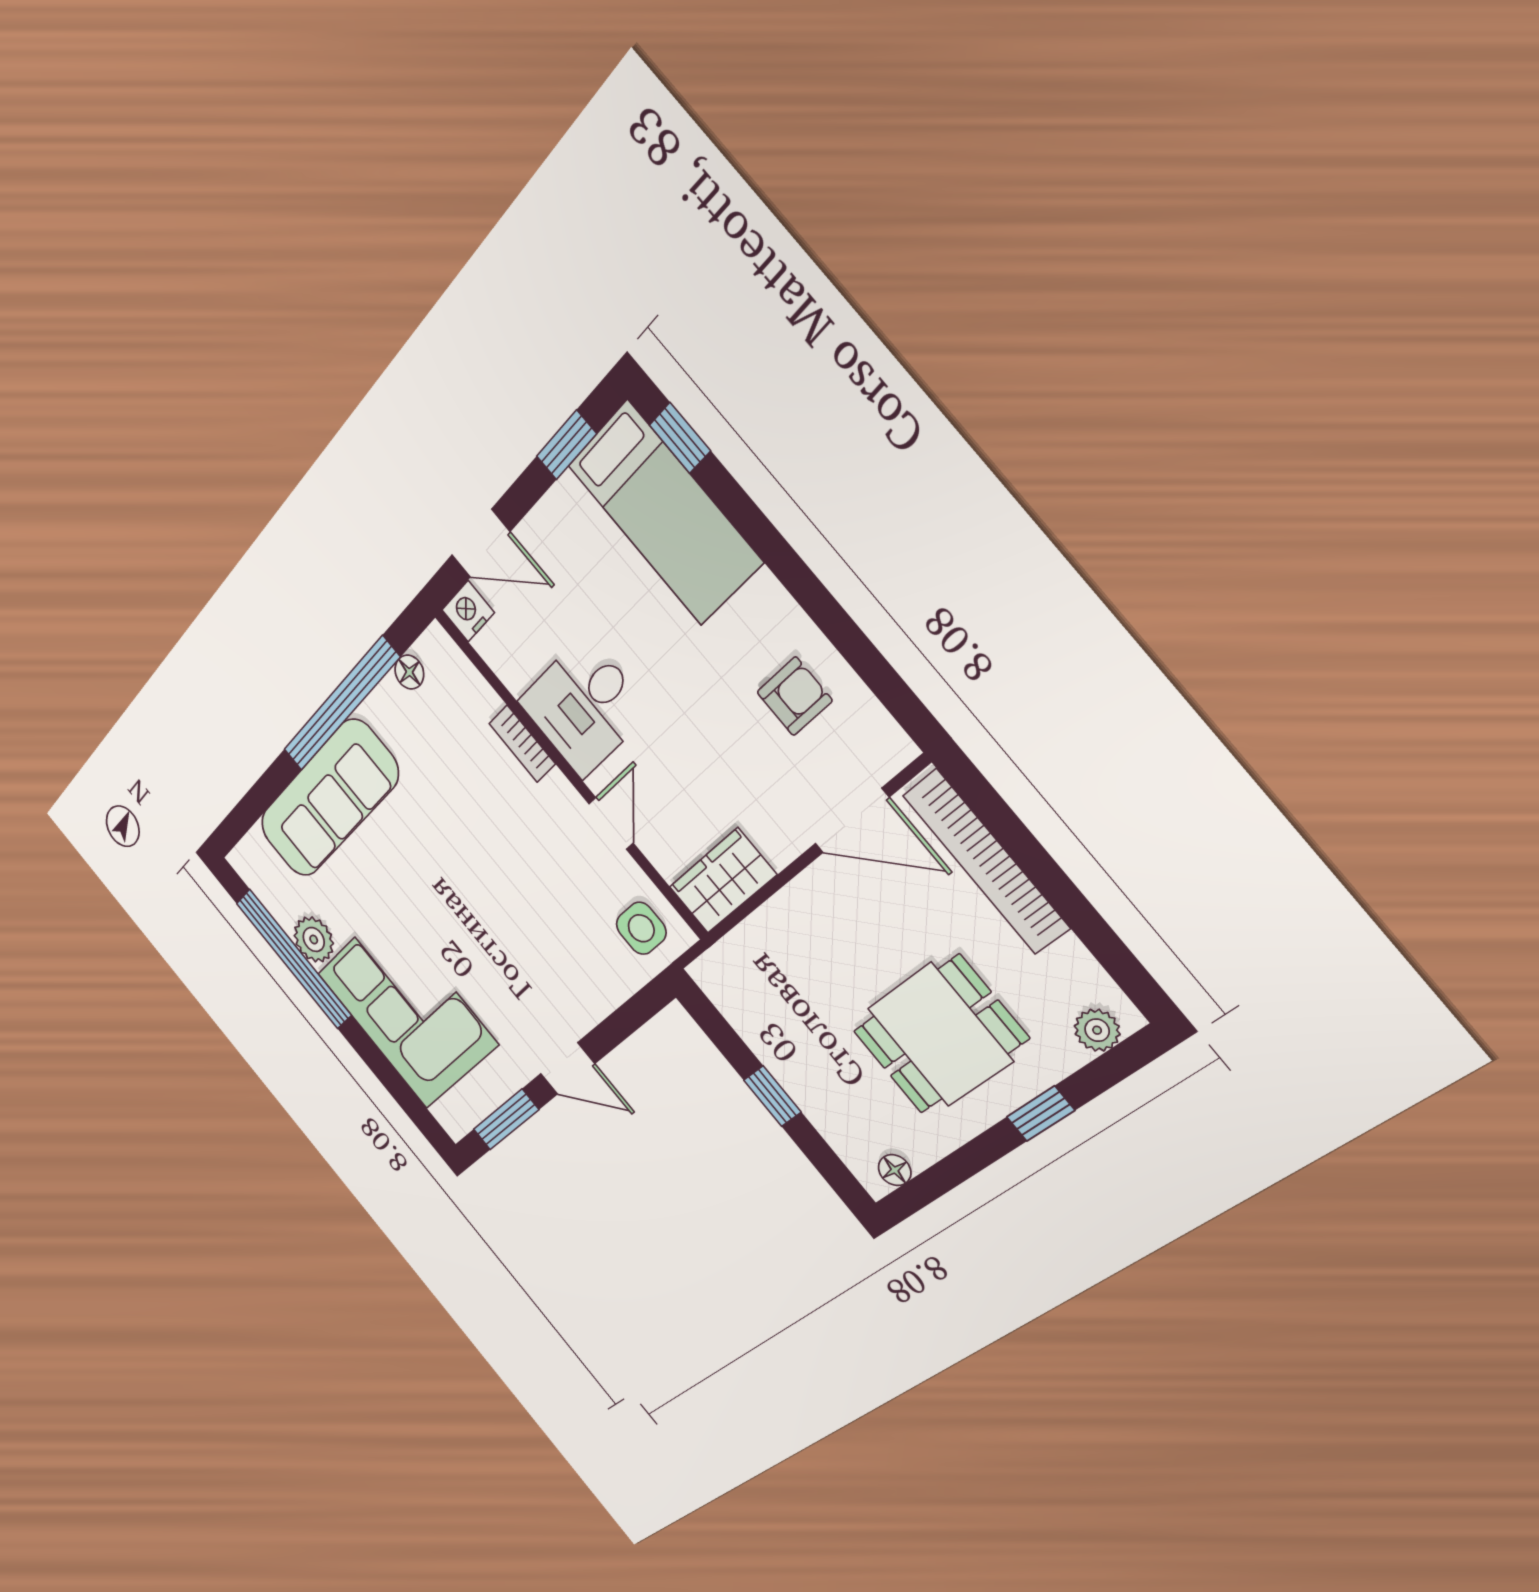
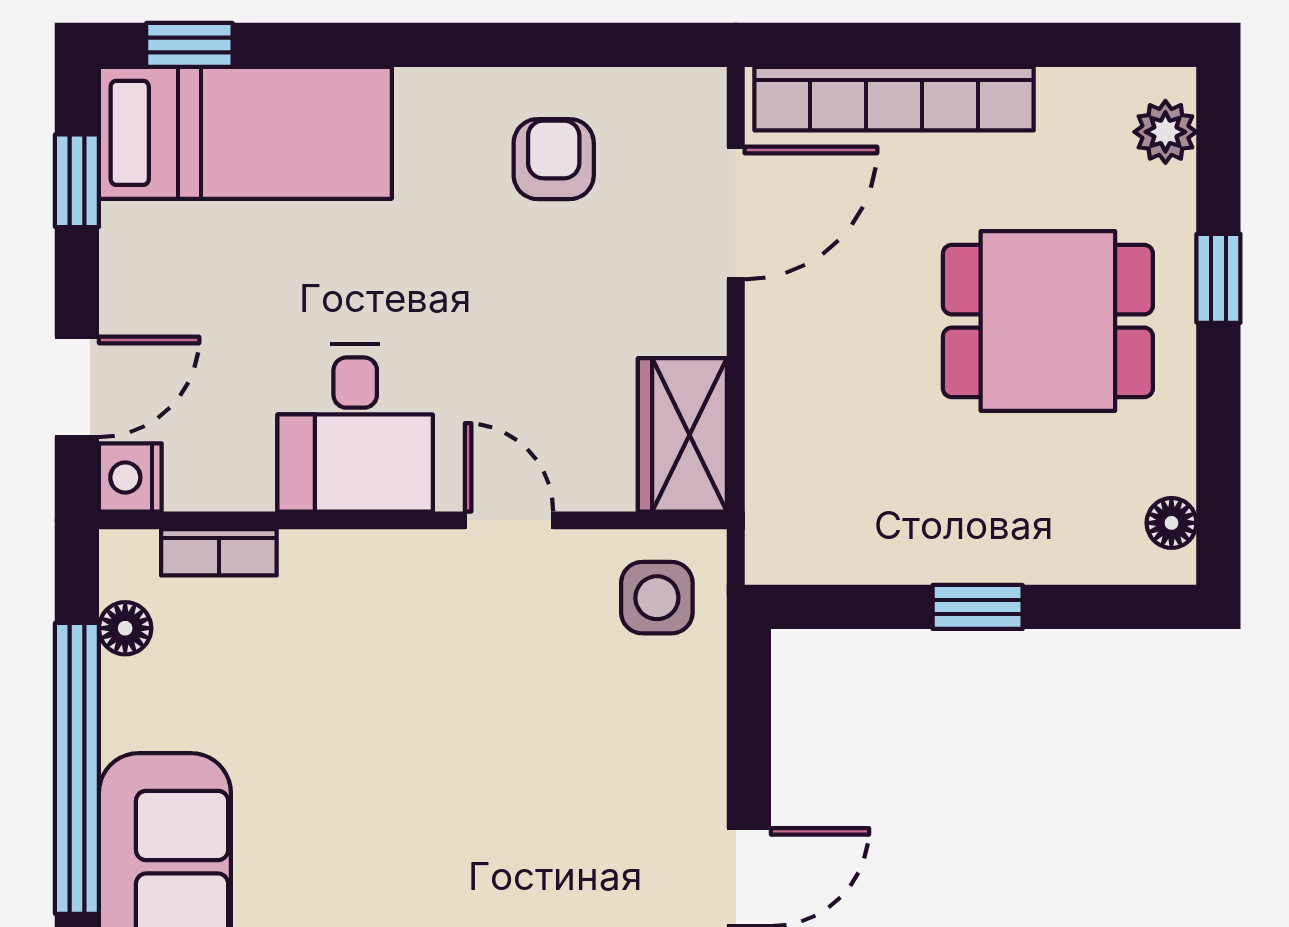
bookcase: (522, 744) -> (219, 552), moved
dining table: (940, 1035) -> (1048, 321), turned 90

